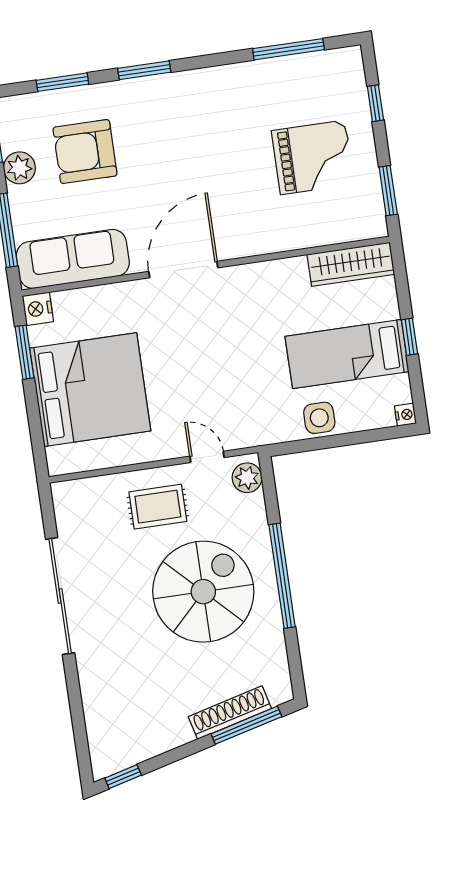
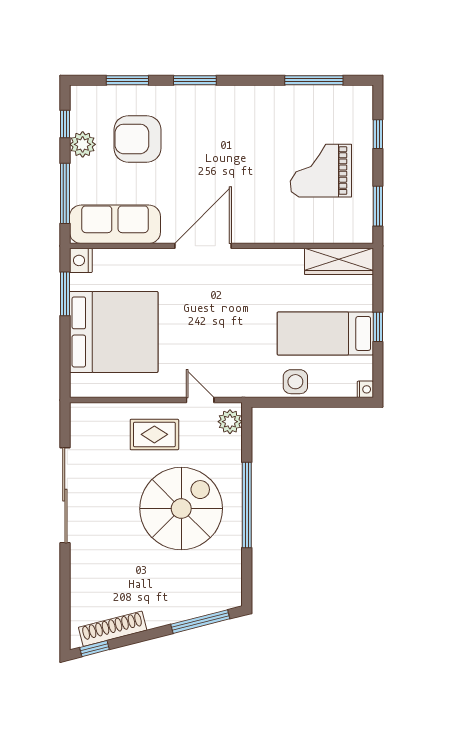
grand piano: (313, 157) -> (321, 171), turned 180
shoe rack: (230, 713) -> (113, 629), moved

